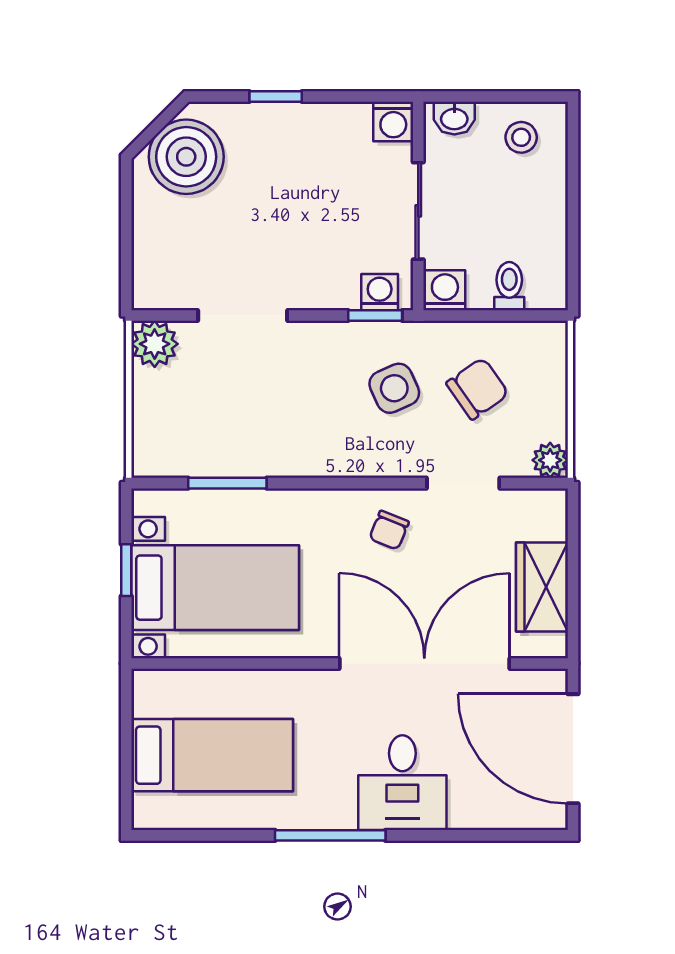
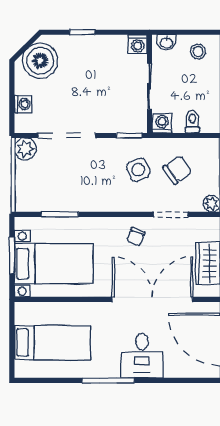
washing machine: (380, 292) -> (23, 104), moved, turned 90
doorway: (243, 316) -> (67, 135), width x1.36
window: (126, 570) -> (12, 255), width x1.50

